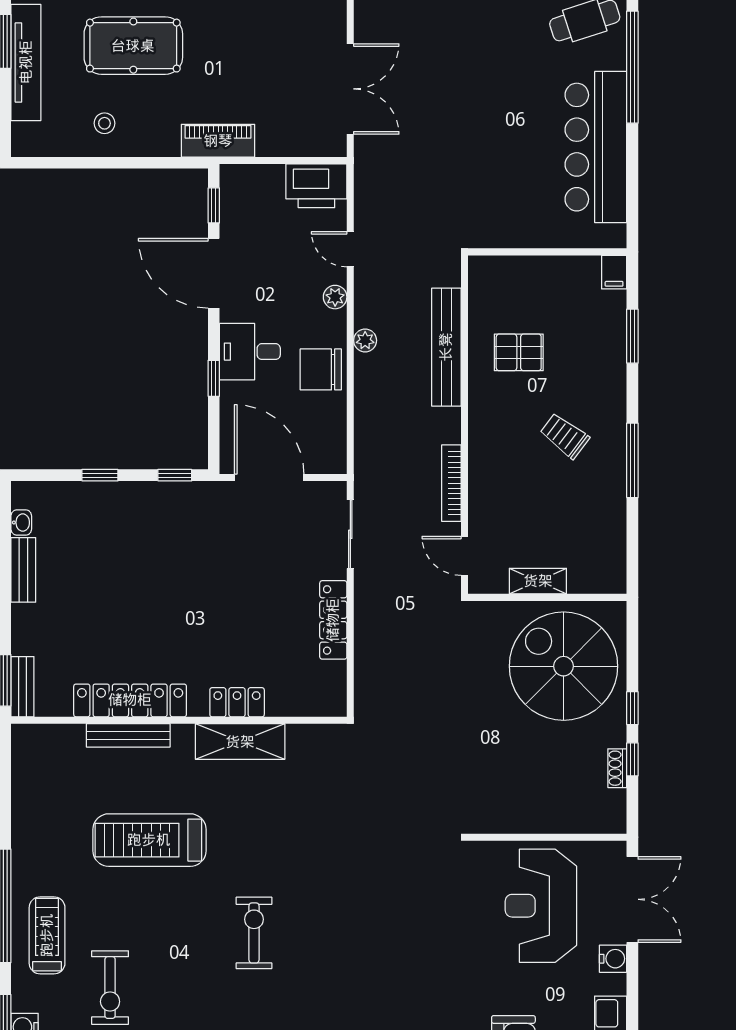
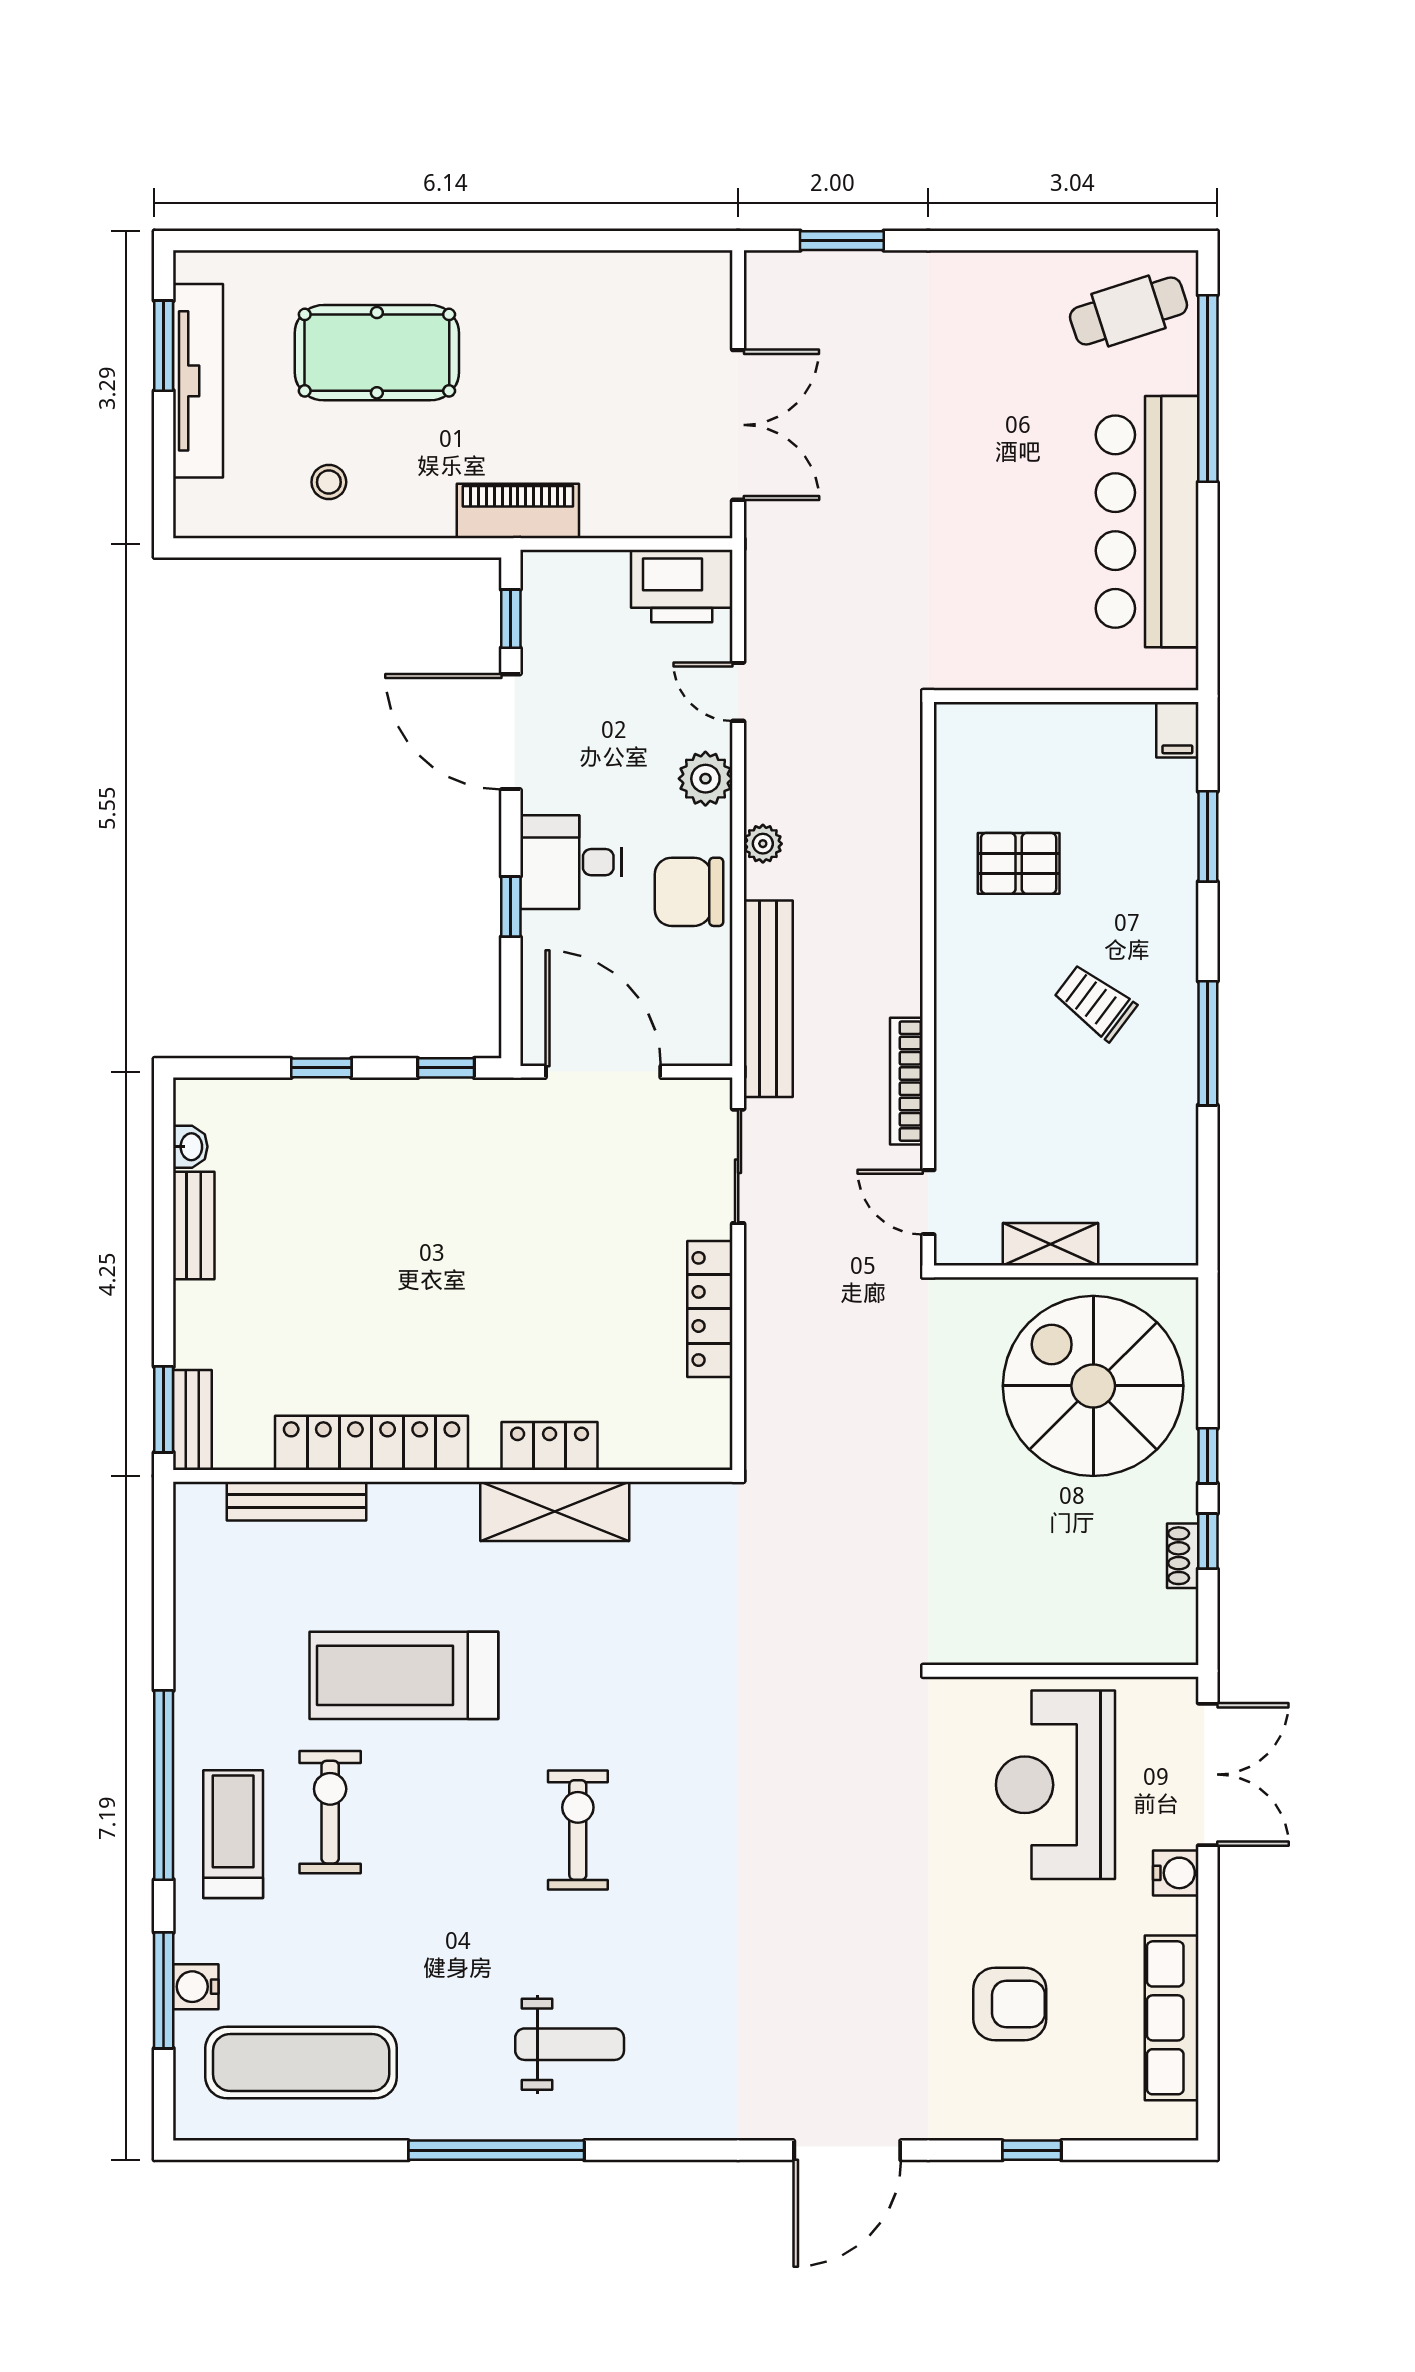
plant: (335, 297) -> (705, 779), width x1.38, depth x1.38
bench: (446, 347) -> (768, 999), moved
bench: (128, 735) -> (297, 1501), moved
exercise bike: (110, 988) -> (330, 1812), moved, turned 180

